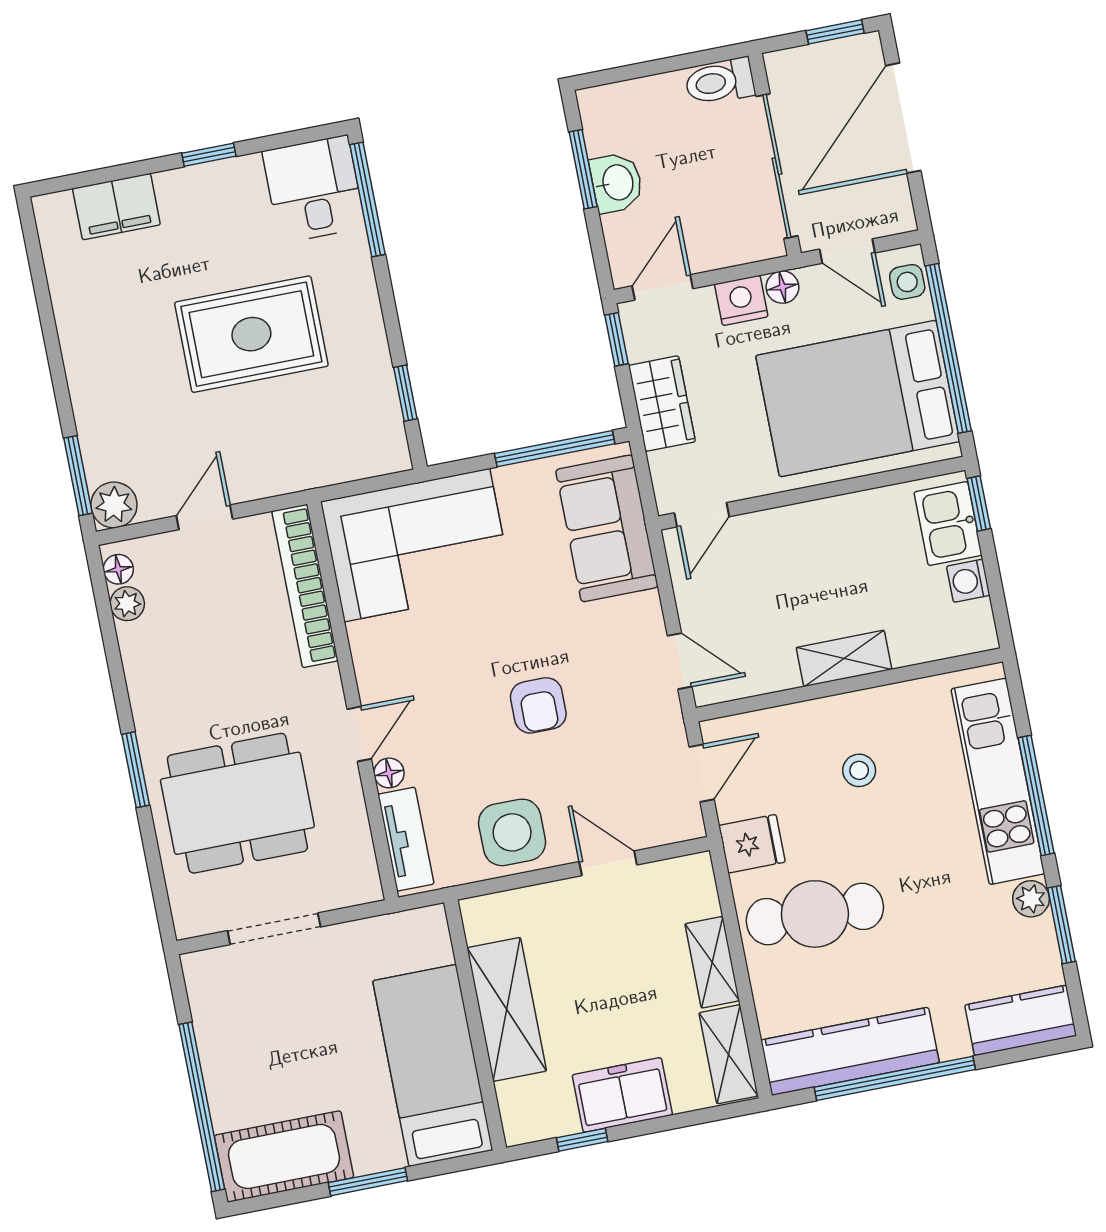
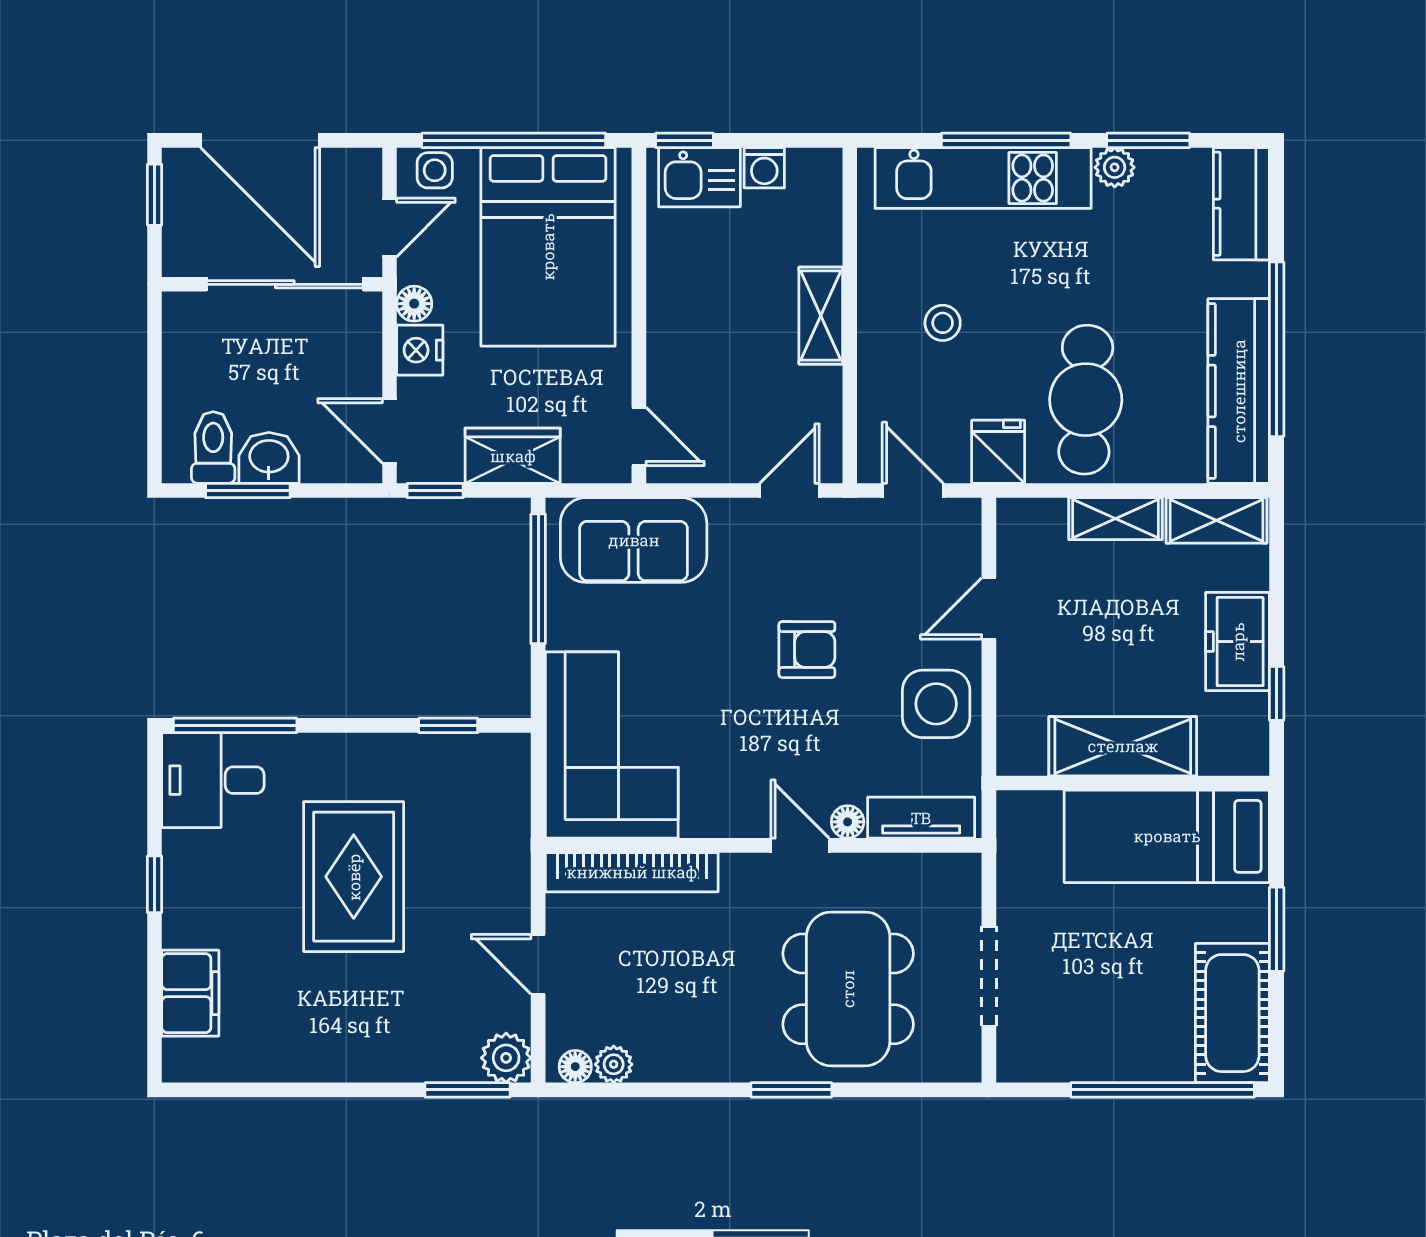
toilet: (720, 82) -> (213, 447), moved, turned 180

